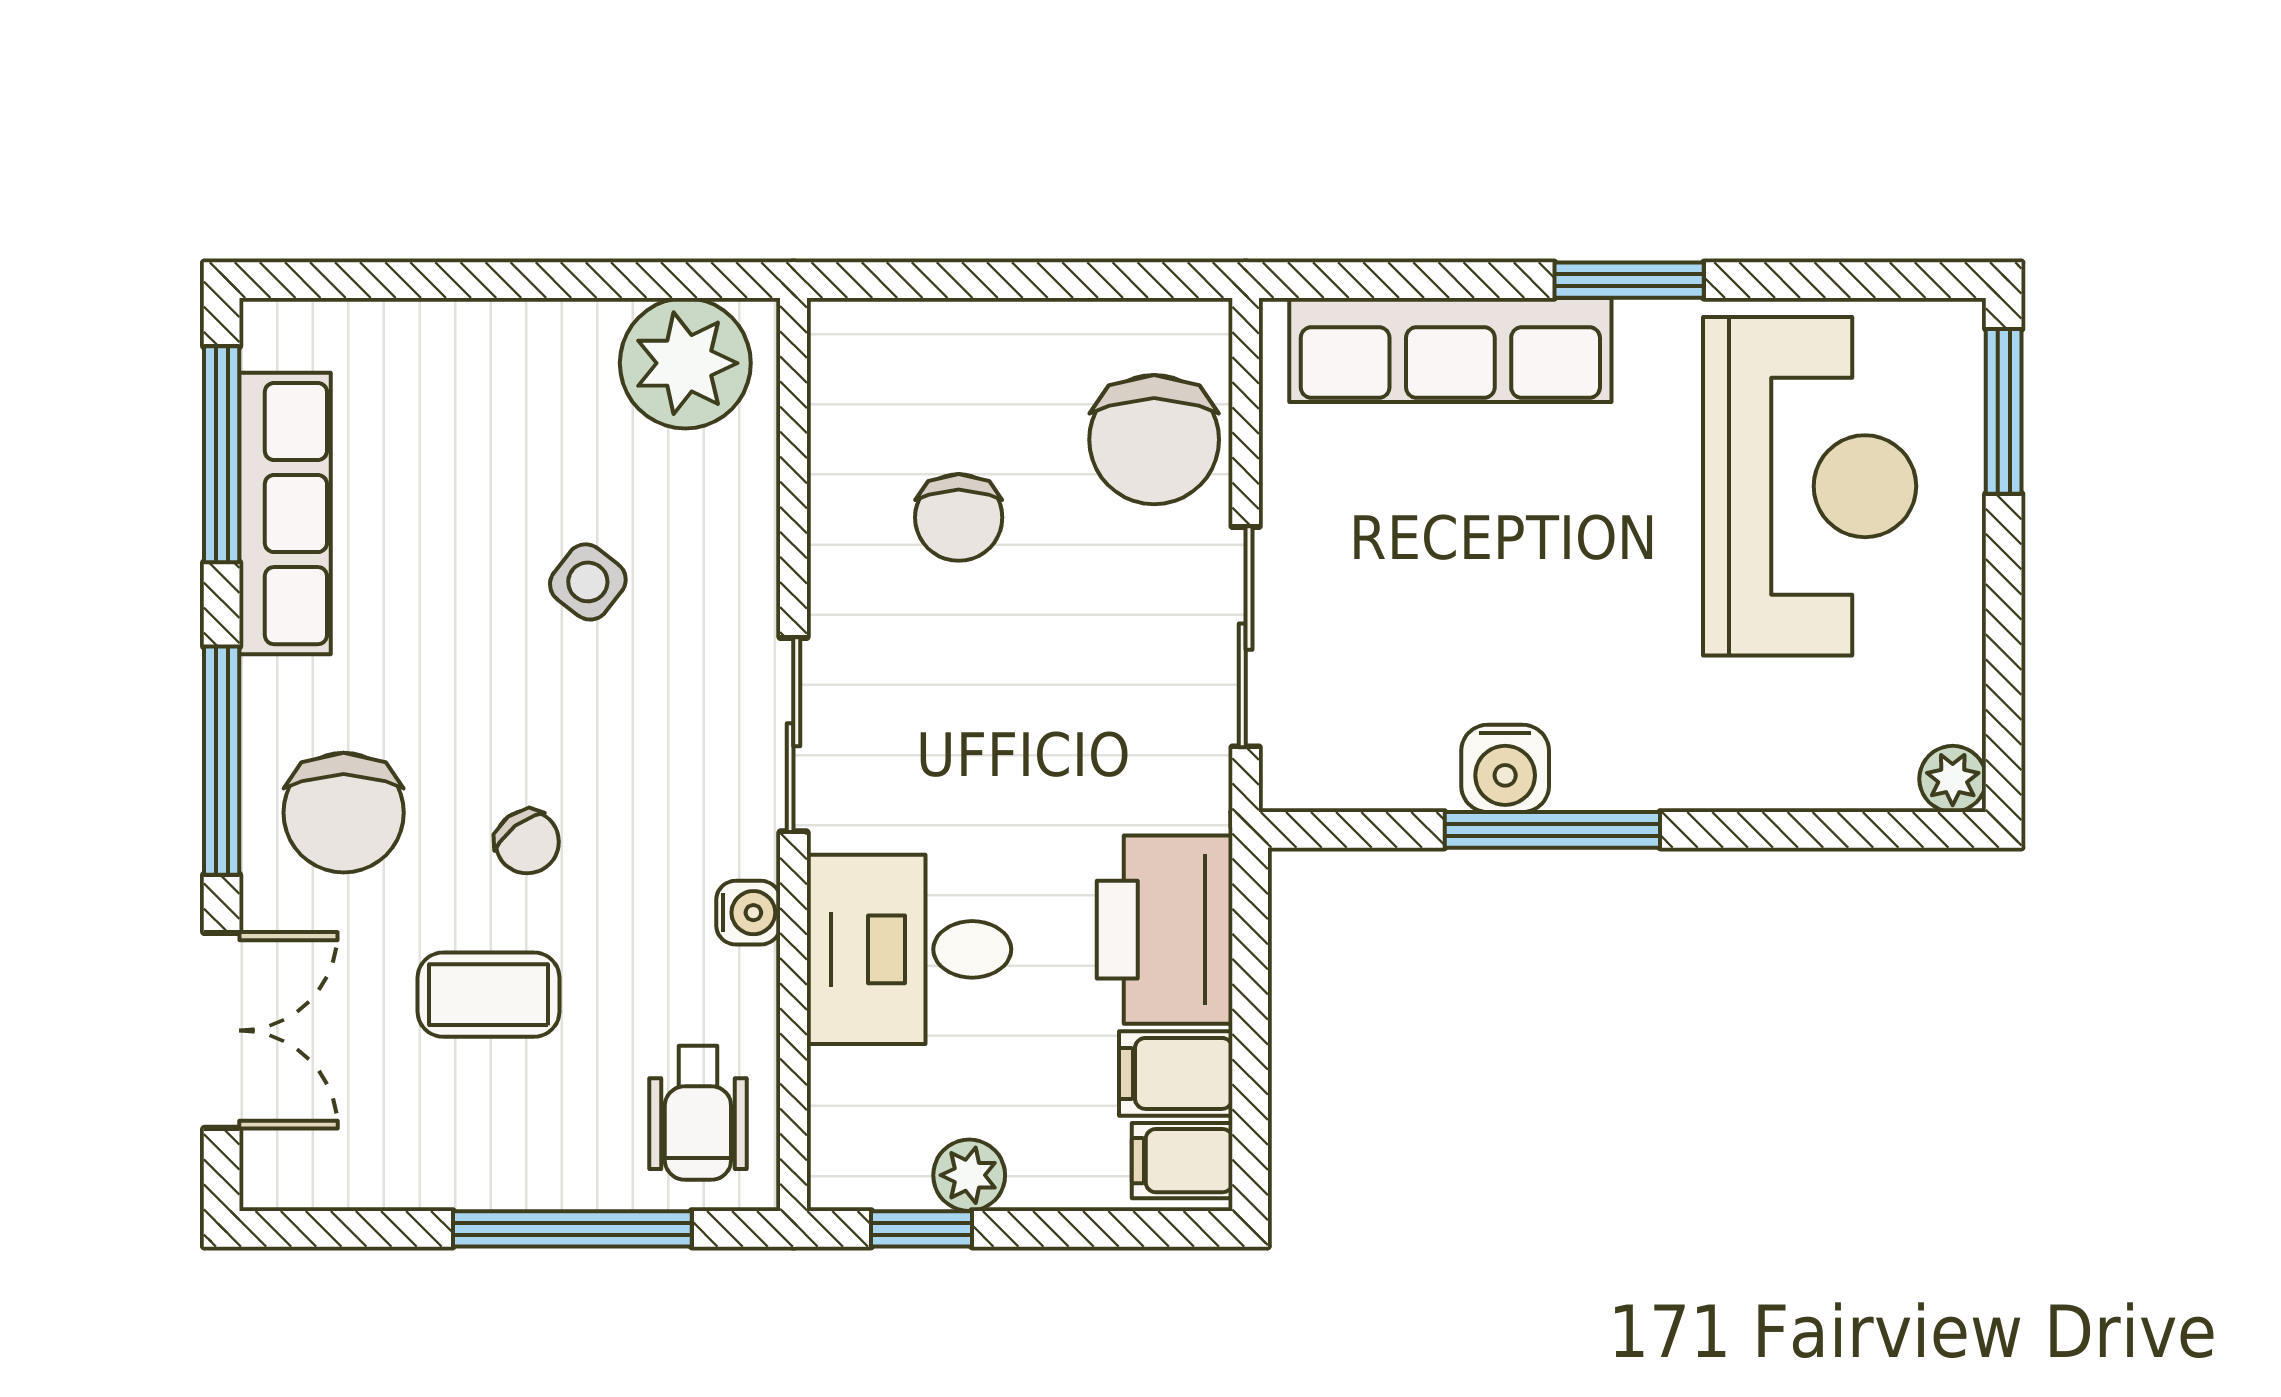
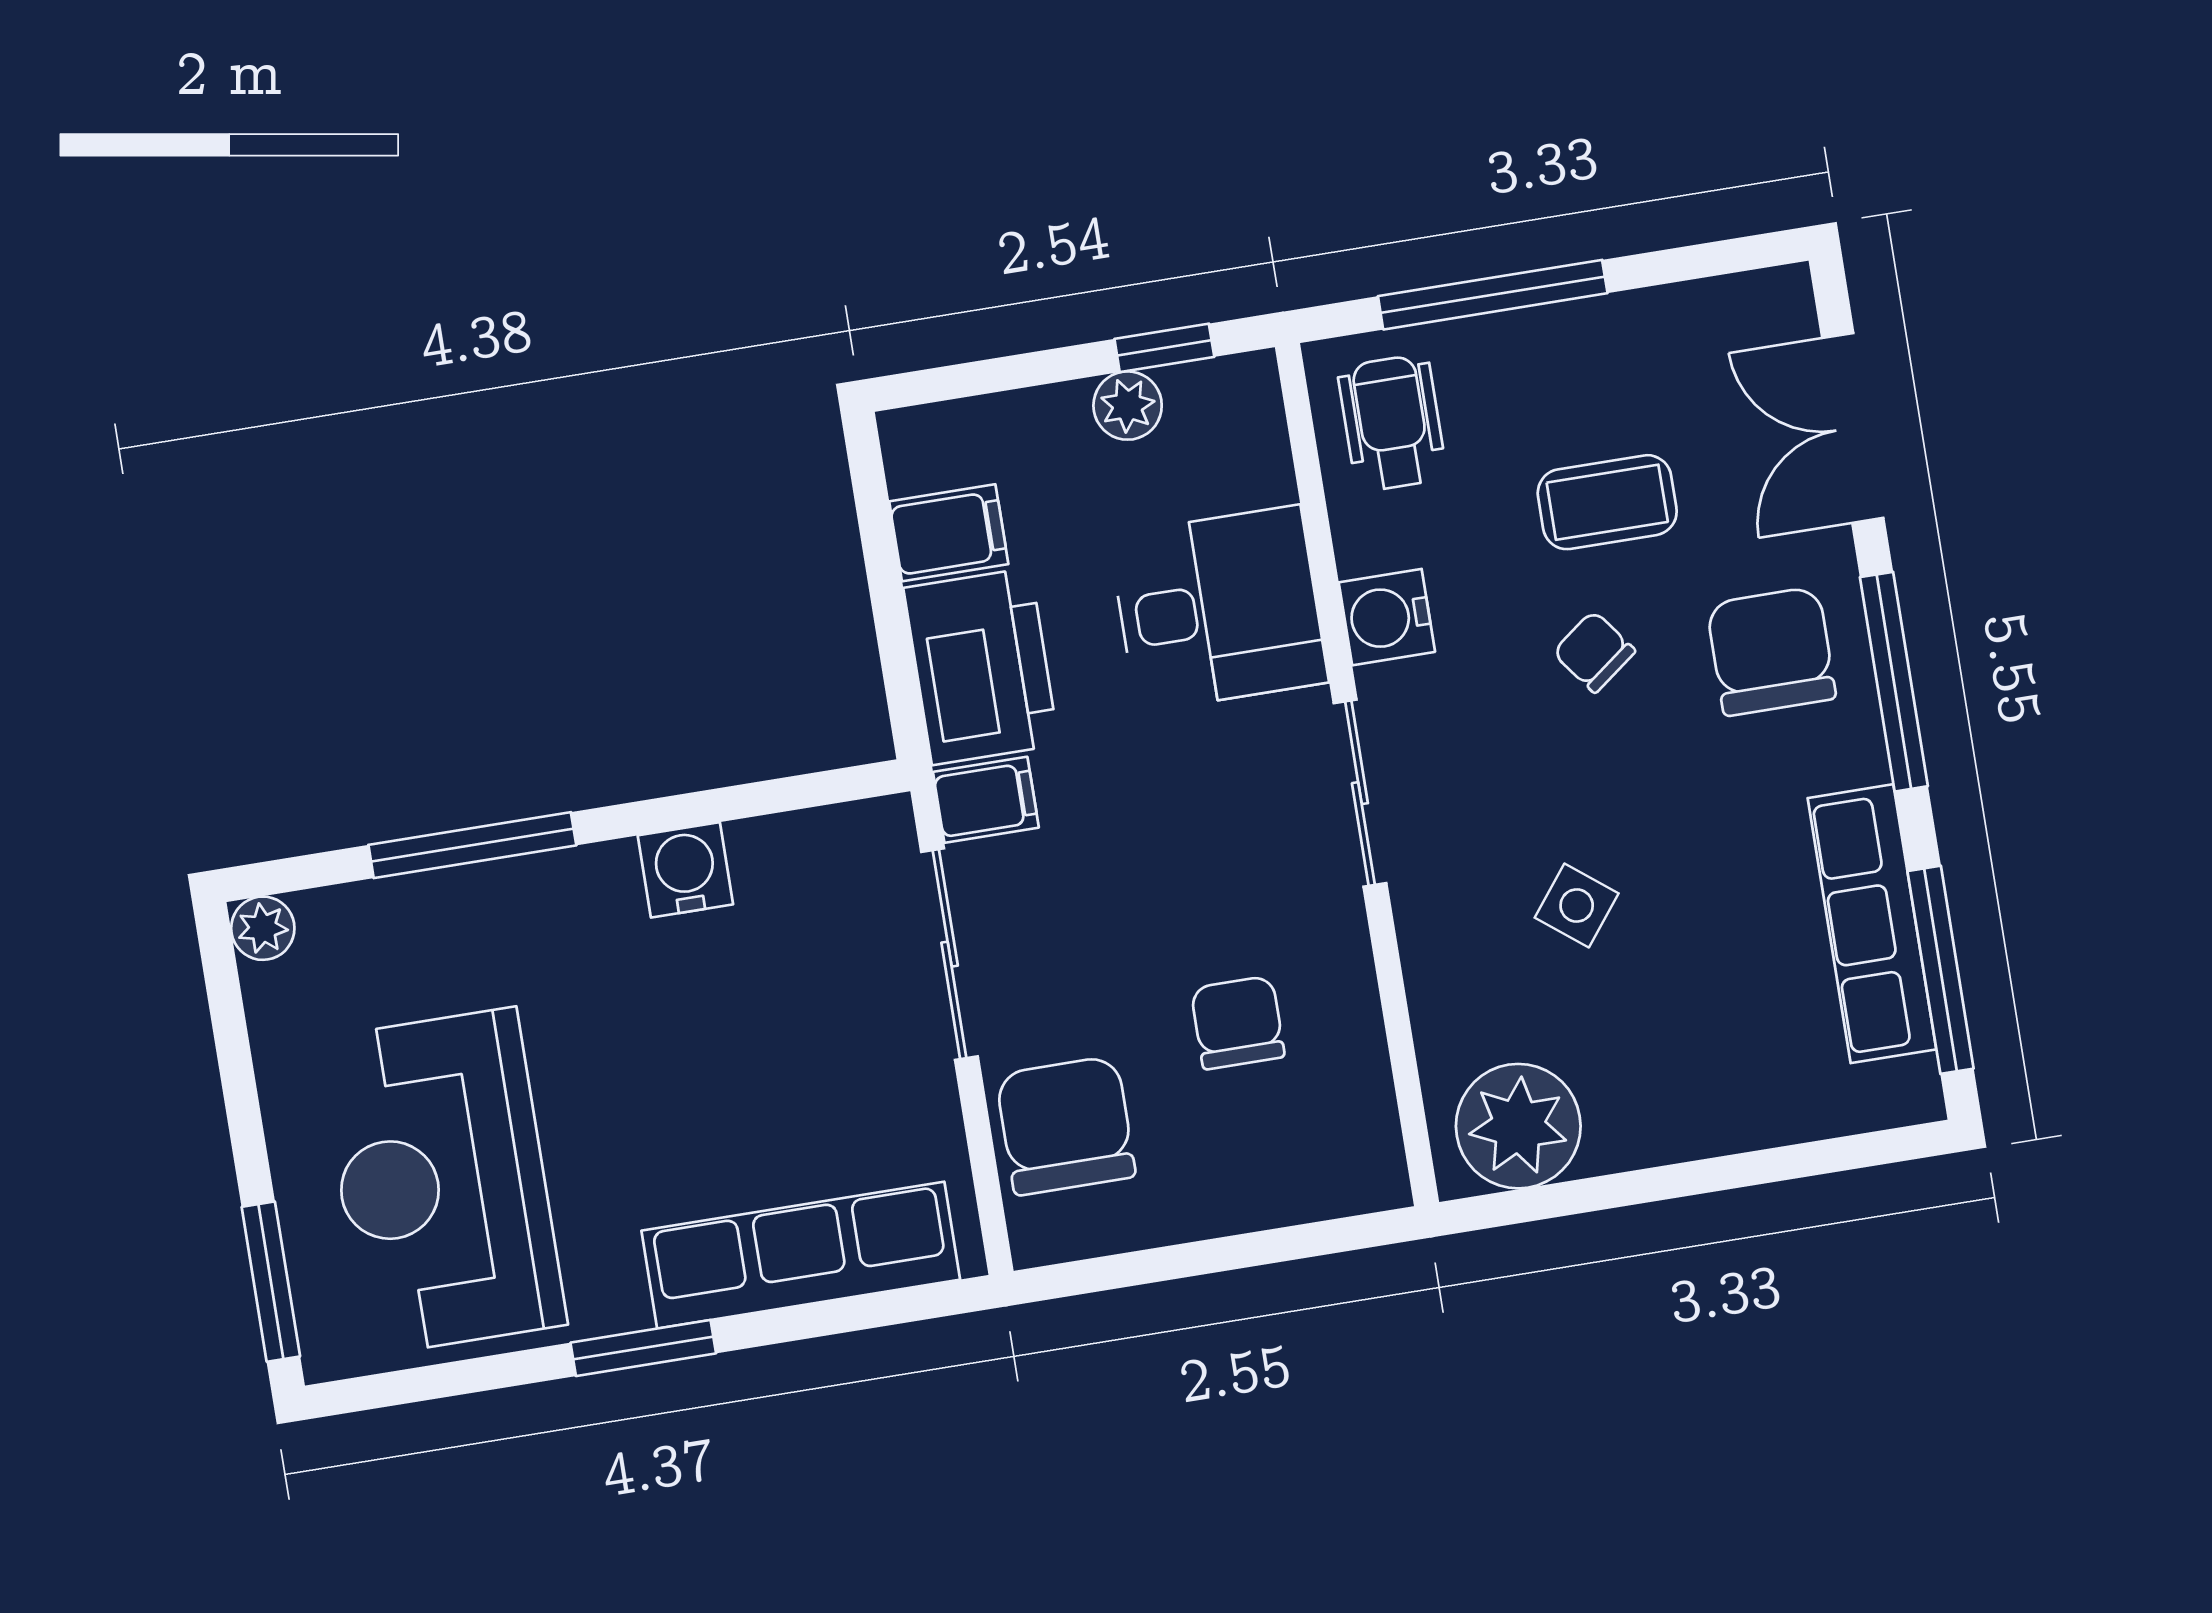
window: (1552, 830) -> (472, 845), moved
water cooler: (748, 913) -> (1387, 617), width x1.38, depth x1.38
filing cabinet: (1182, 1161) -> (986, 800), moved

